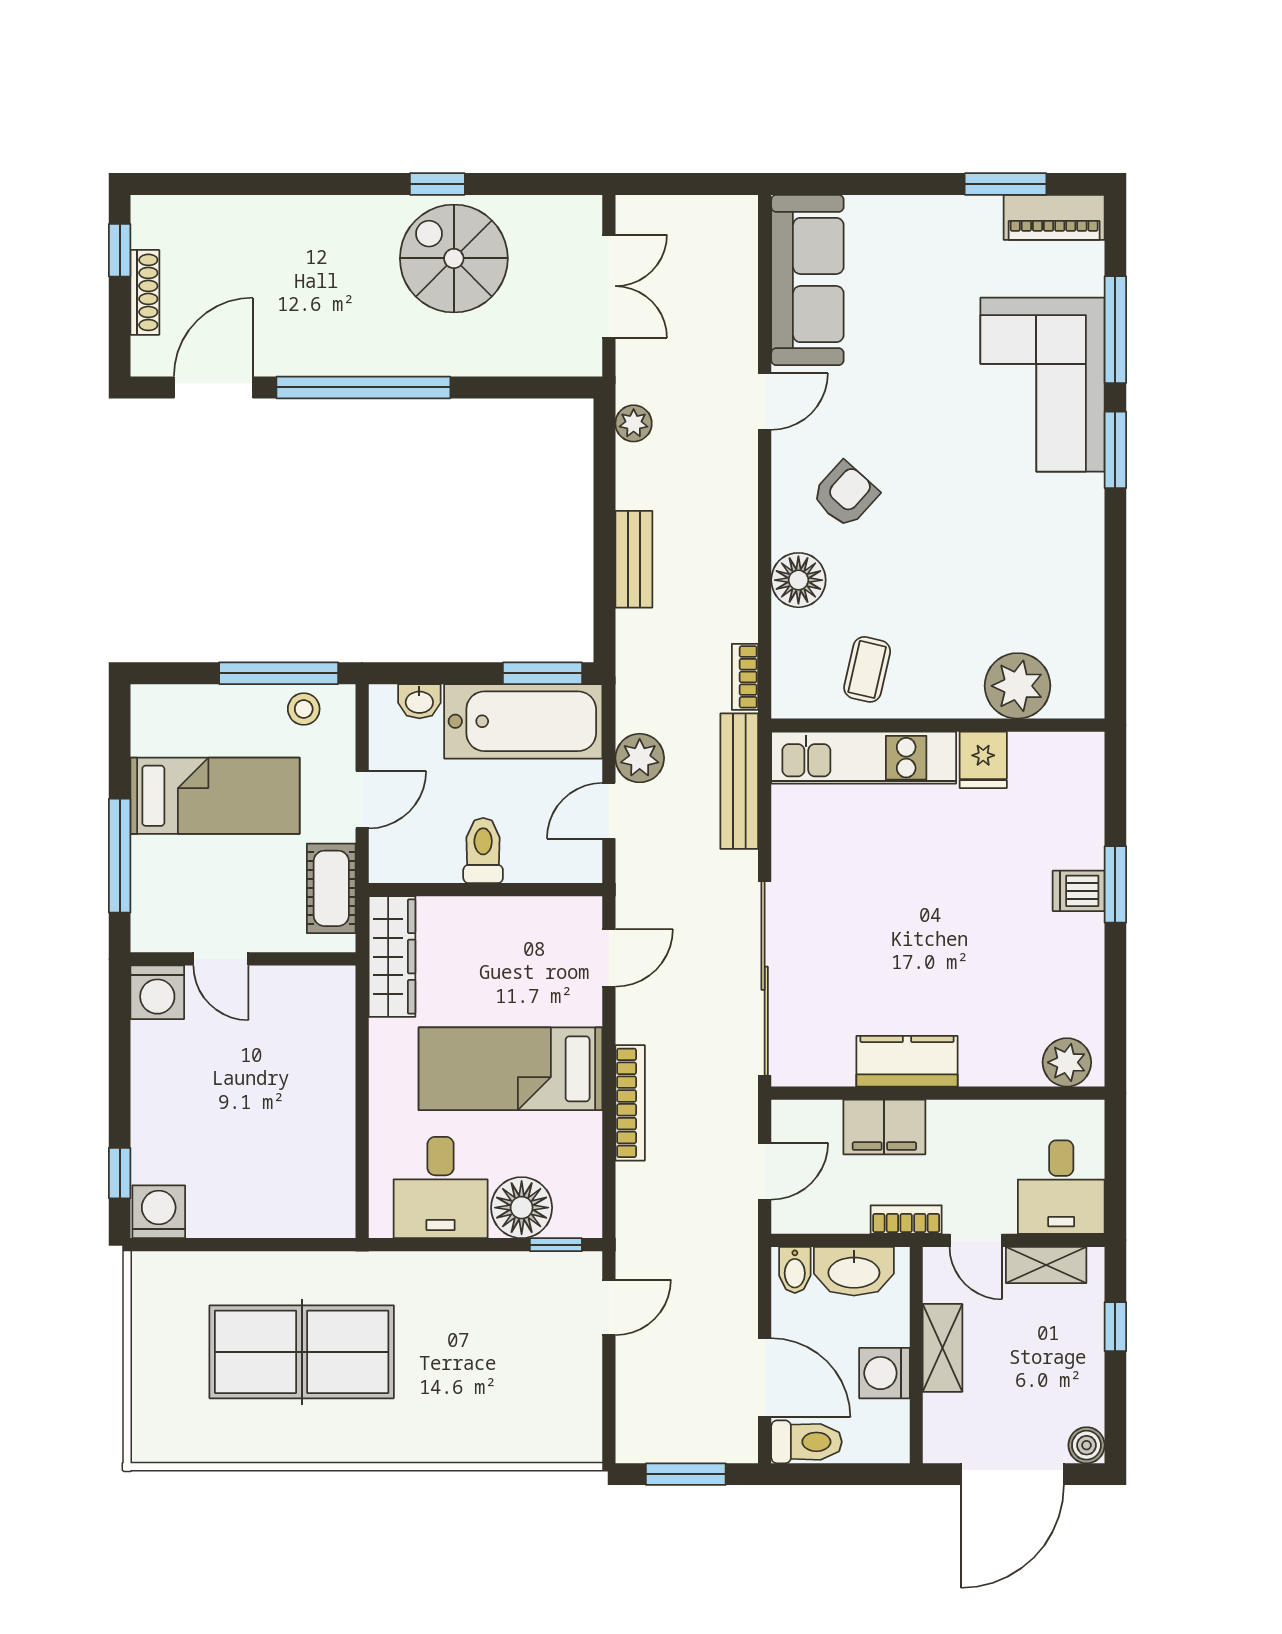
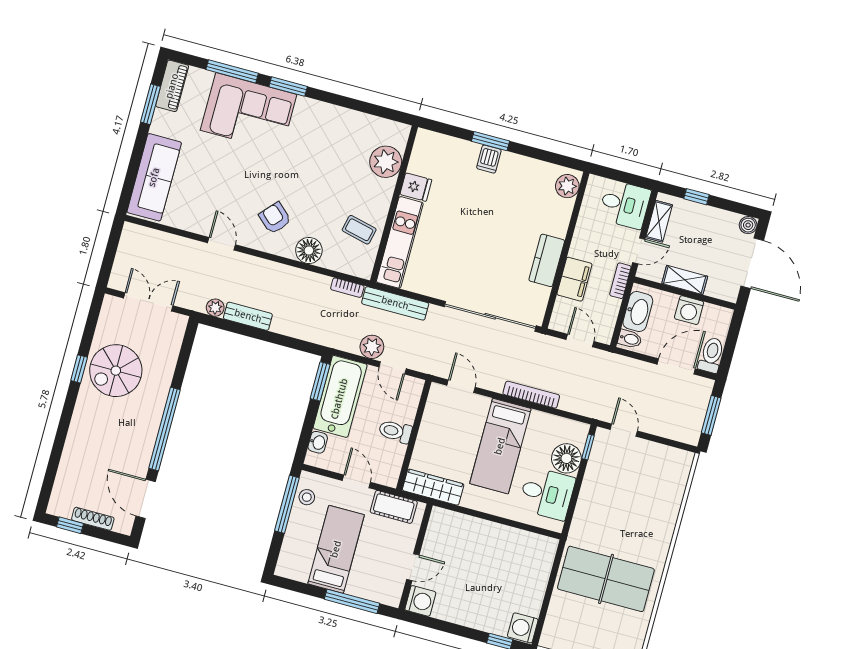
sofa: (807, 280) -> (154, 177), moved, turned 90
bench: (634, 559) -> (248, 316), moved
table tennis table: (302, 1352) -> (606, 579), turned 90

